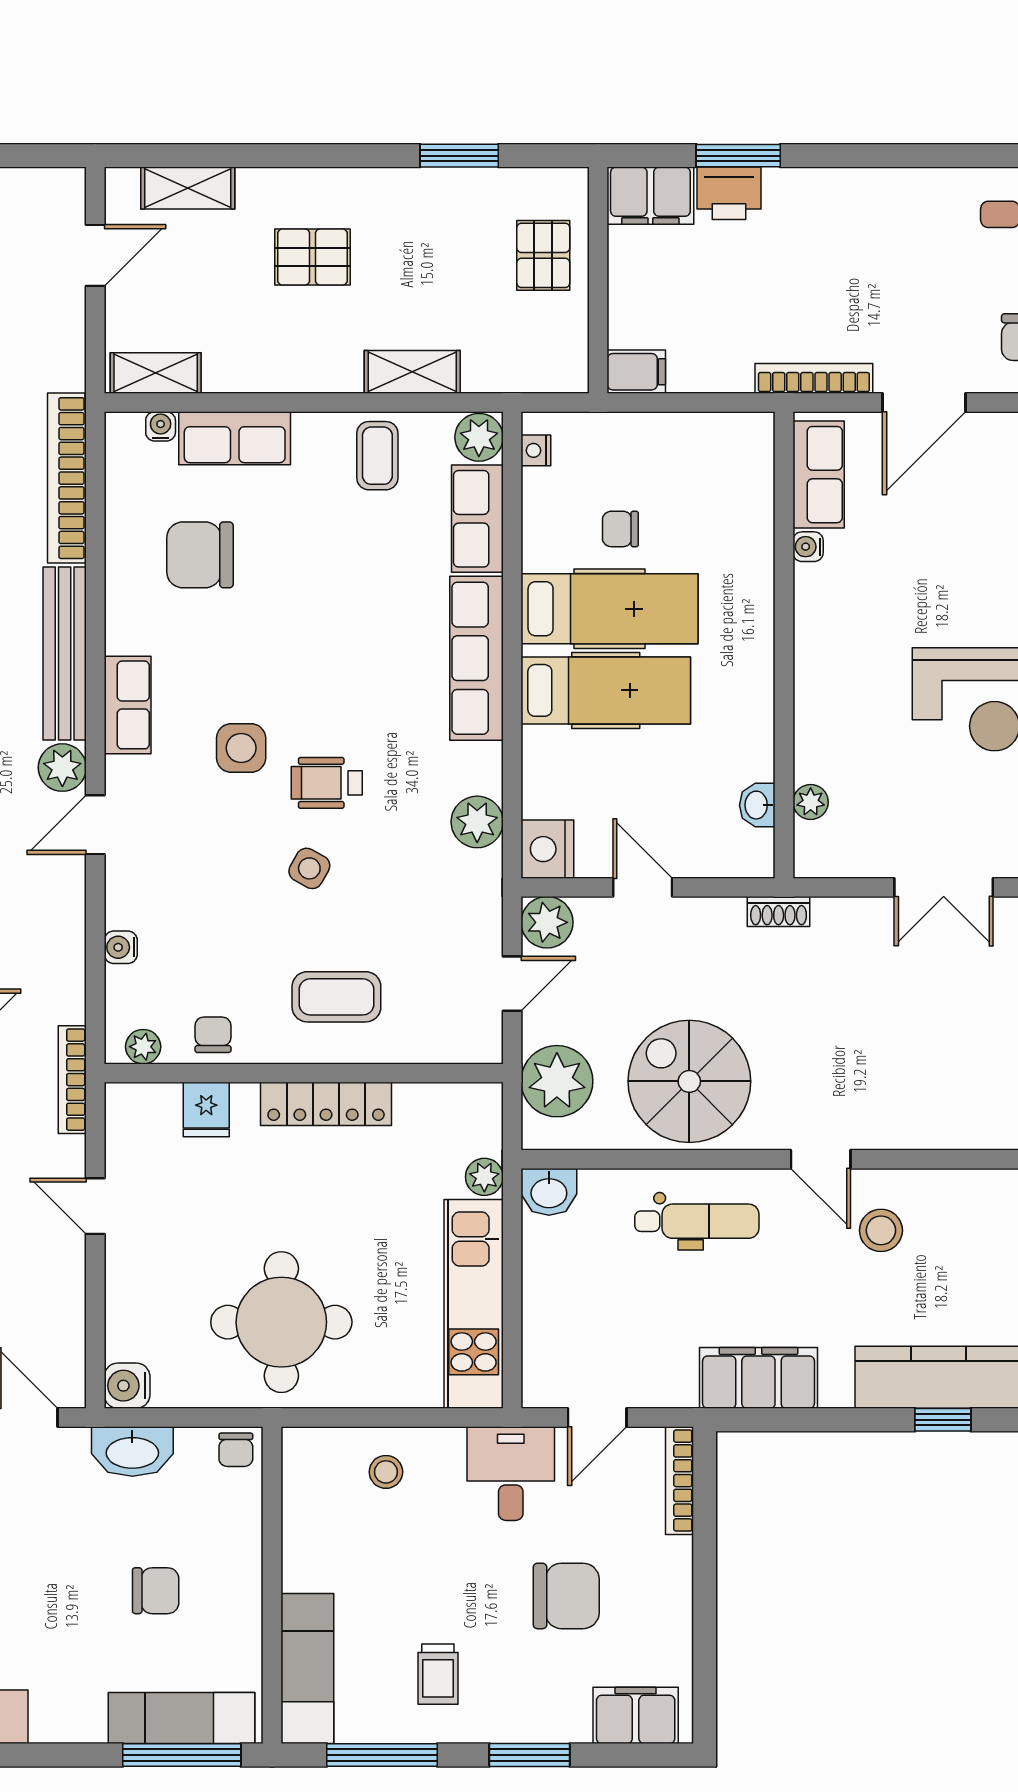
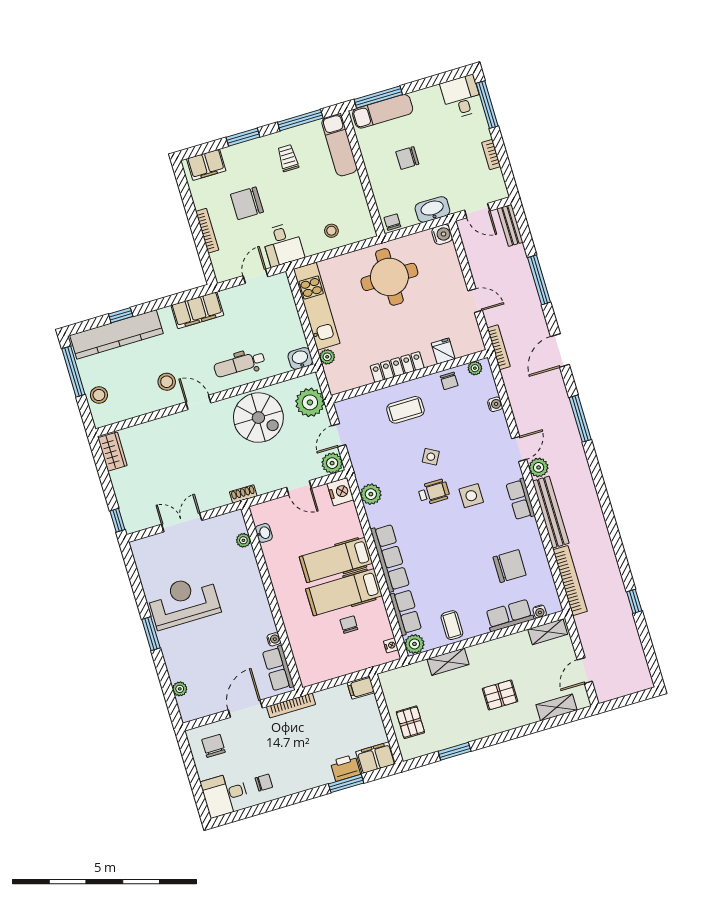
chair: (932, 215) -> (264, 783), added
chair: (620, 529) -> (349, 625), turned -90
bookcase: (680, 1481) -> (207, 231), moved

